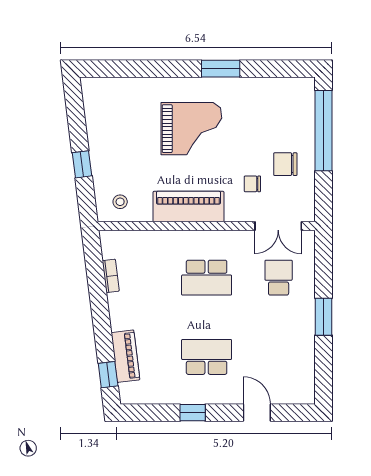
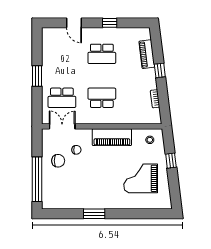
grand piano: (191, 129) -> (141, 178), moved
school desk: (279, 278) -> (62, 98), width x1.85
window: (108, 375) -> (160, 70), moved

